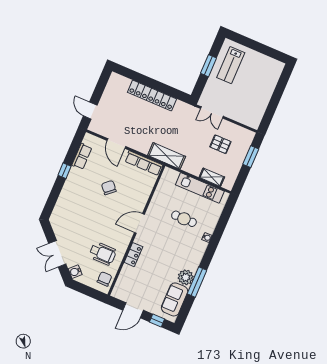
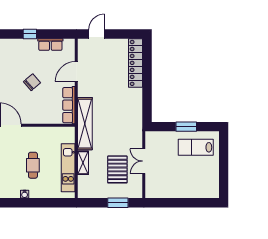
locker: (152, 96) -> (136, 63), moved
double door: (212, 112) -> (144, 161), moved
pallet: (220, 144) -> (117, 169), width x1.50, depth x1.42
shelving: (167, 156) -> (85, 124), width x1.47
shelving: (212, 177) -> (83, 163), moved

